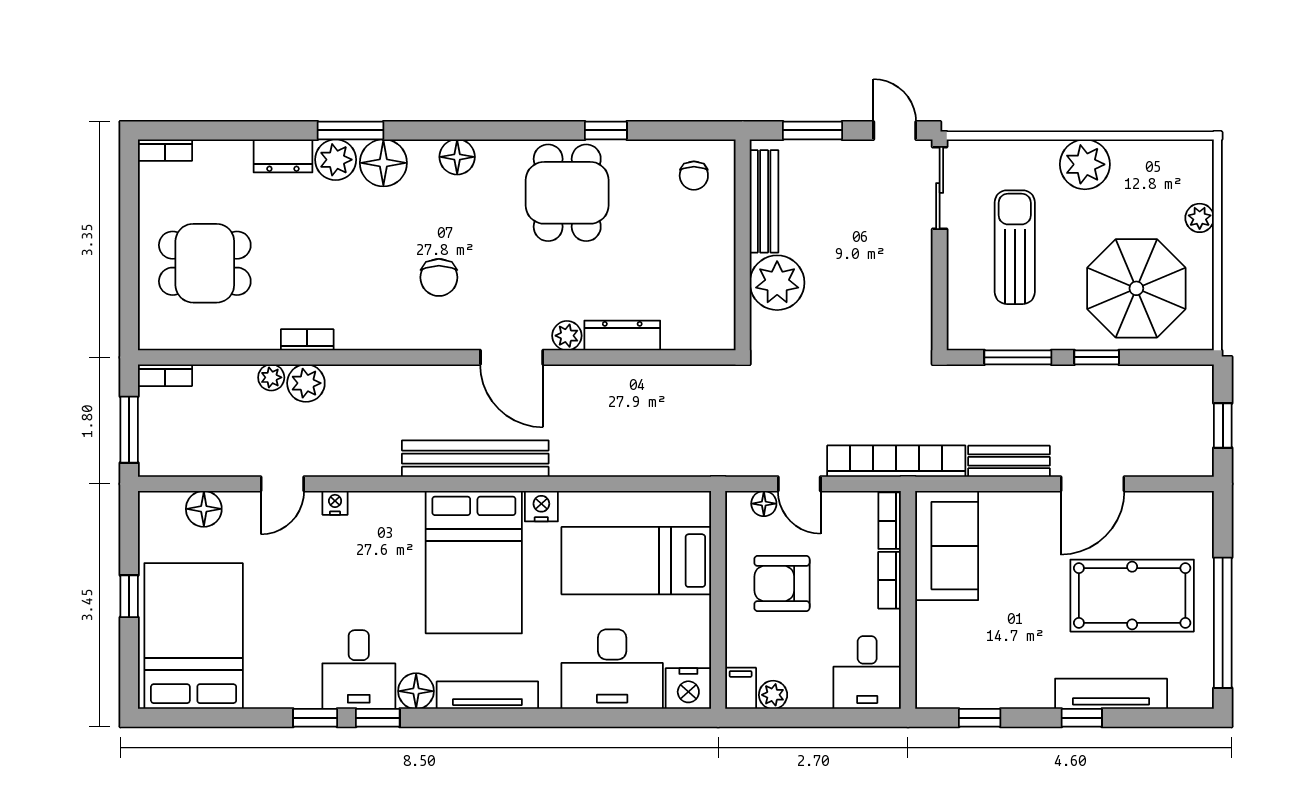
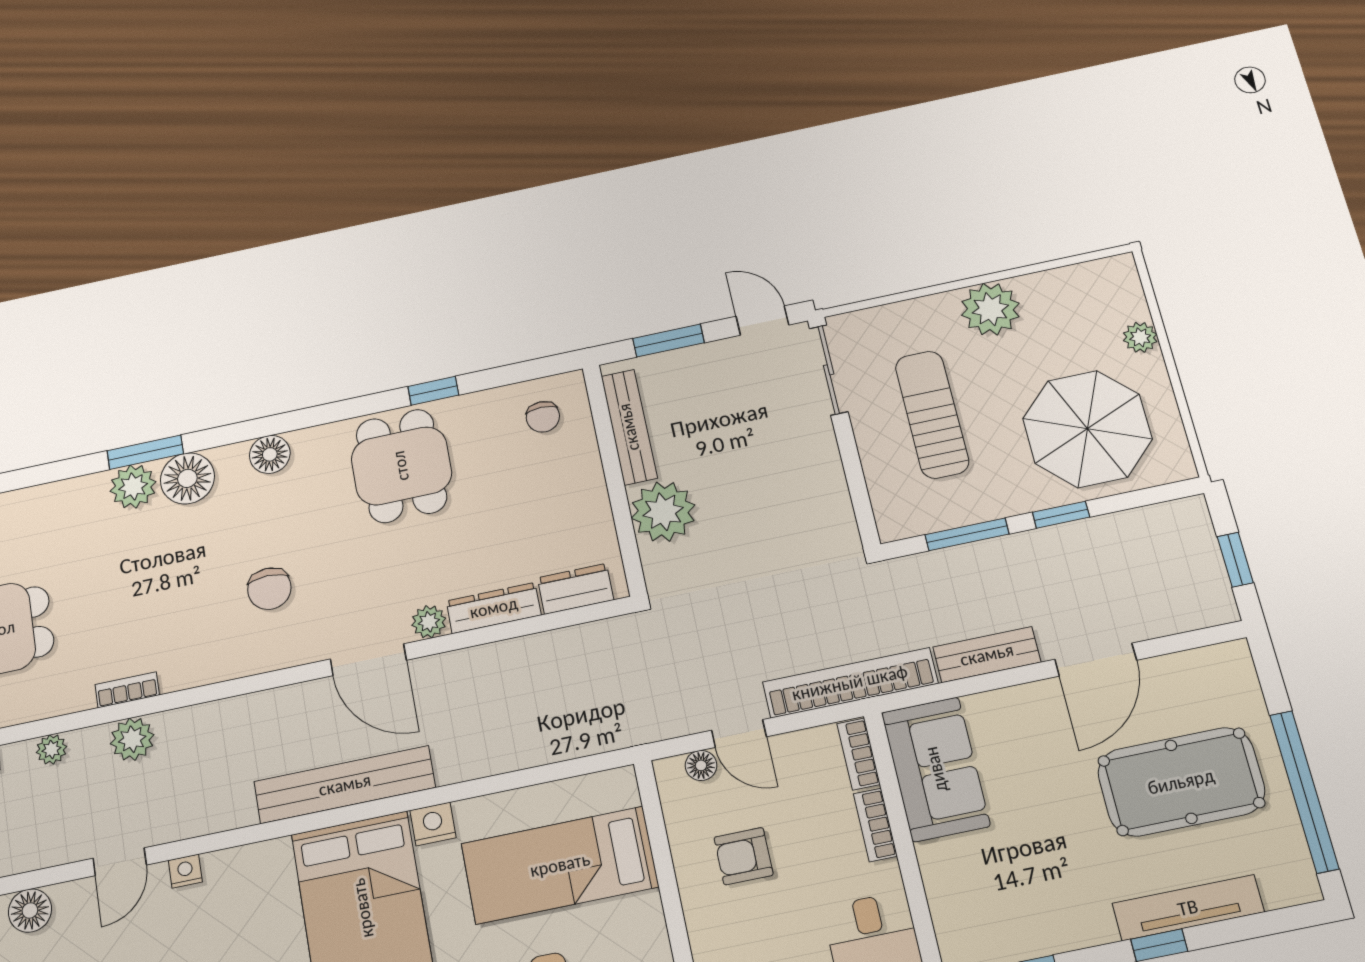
dresser: (283, 156) -> (576, 589), moved, turned 180
plant: (271, 377) -> (51, 749), moved
armchair: (782, 583) -> (744, 856), width x0.72, depth x0.72

